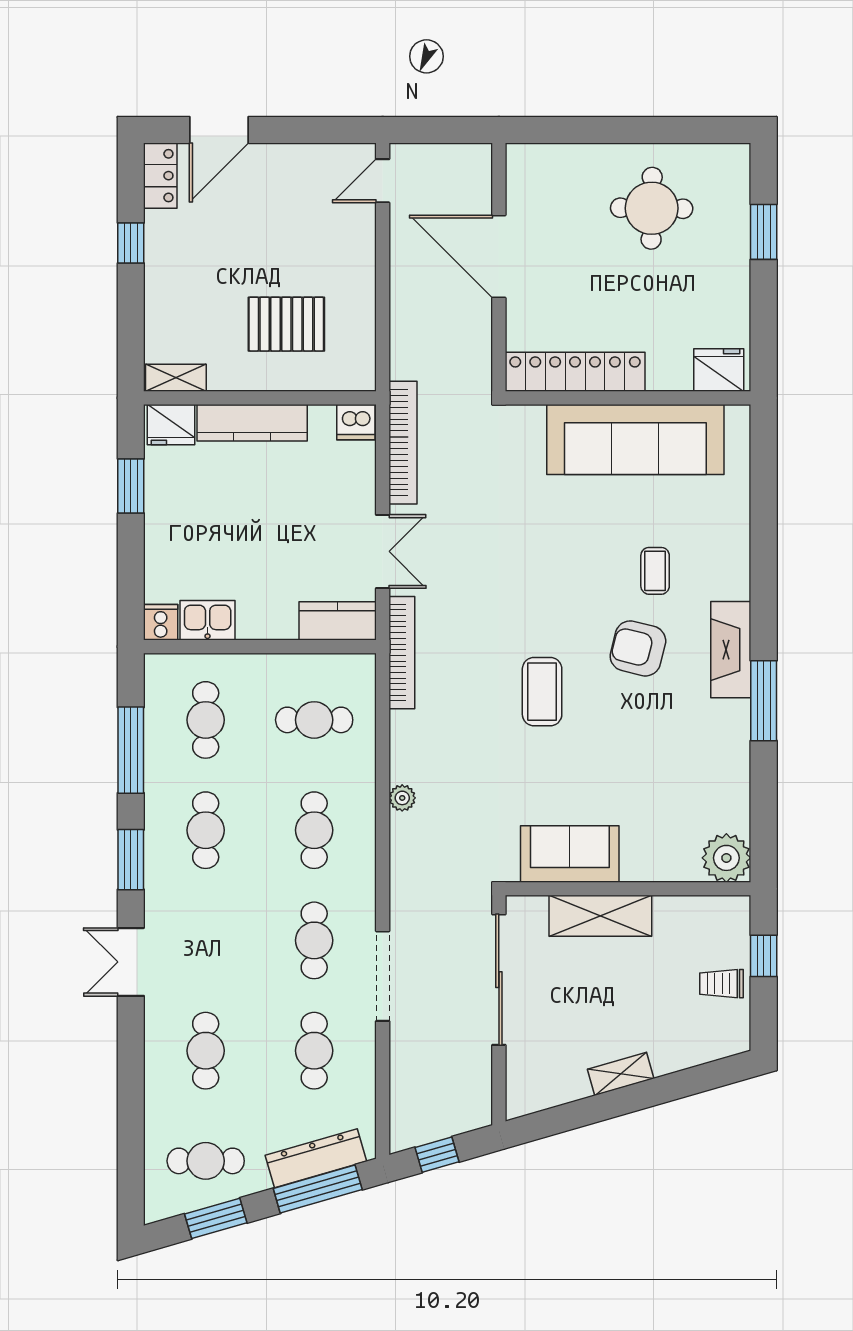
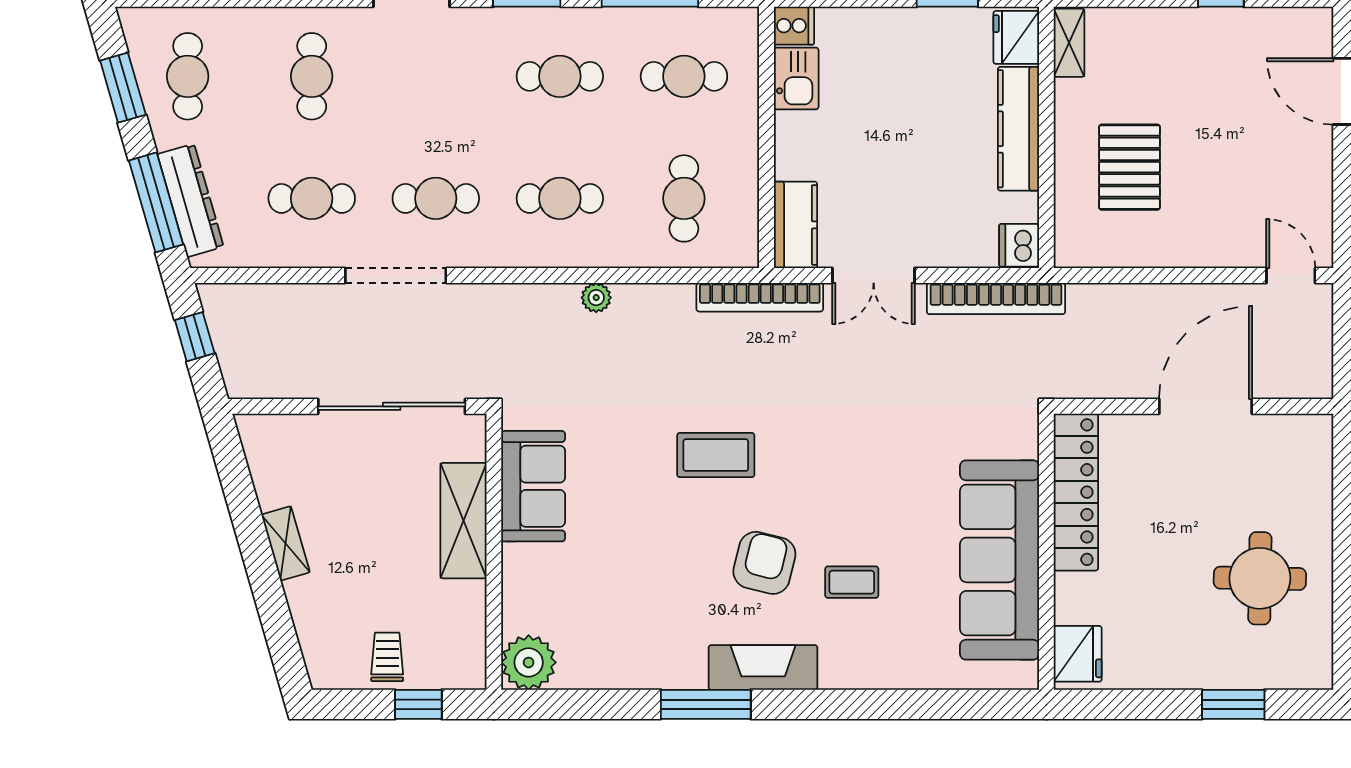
locker: (160, 176) -> (1297, 25), removed
cafe table: (206, 1051) -> (312, 76), turned 90

